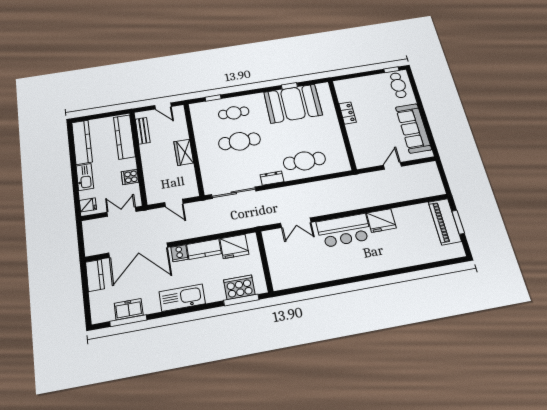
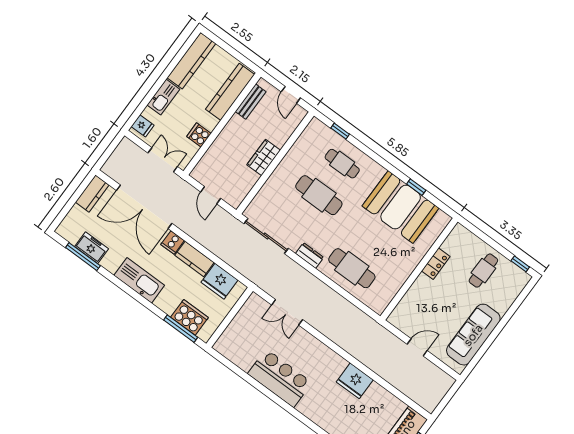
cafe table: (398, 85) -> (483, 271), moved
bar counter: (344, 230) -> (280, 378), moved, turned 180

